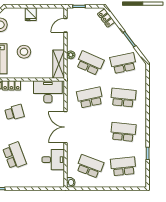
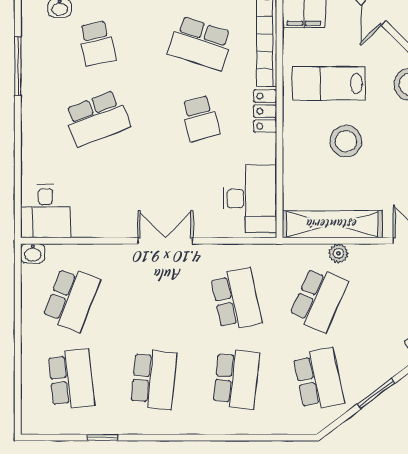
shelving: (59, 64) -> (332, 224), width x1.47
double door: (66, 127) -> (165, 241), width x0.73
desk: (53, 160) -> (45, 211), moved

